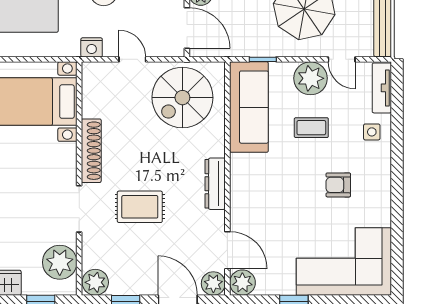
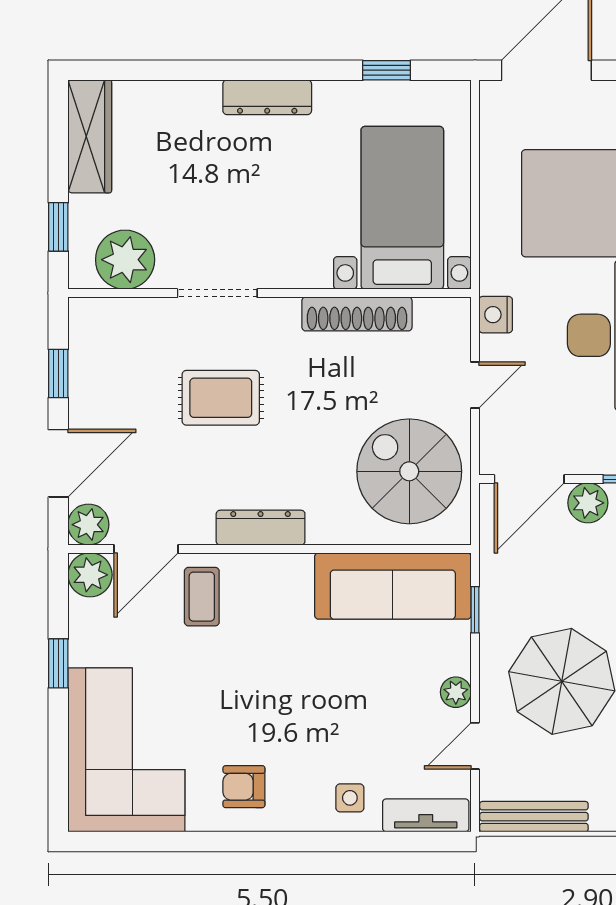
plant: (311, 78) -> (456, 692), width x0.53, depth x0.53
coffee table: (311, 128) -> (202, 597), moved
shoe rack: (91, 151) -> (357, 314), moved
armchair: (338, 185) -> (244, 787), moved, turned -90
rug: (140, 207) -> (221, 398), turned 90
plant: (95, 282) -> (91, 321), removed

